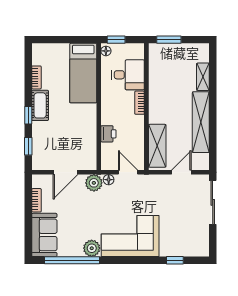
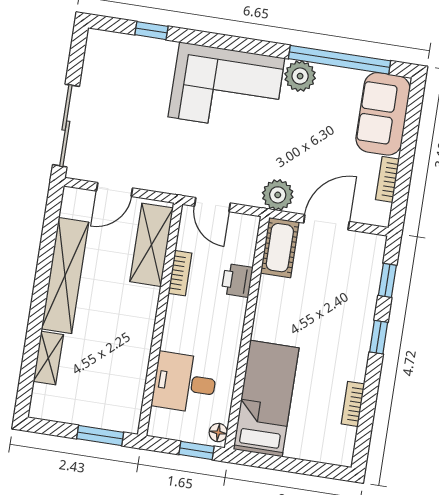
bookcase: (140, 103) -> (180, 273), moved
cot: (40, 105) -> (280, 248), moved
floor lamp: (109, 180) -> (250, 197), removed

